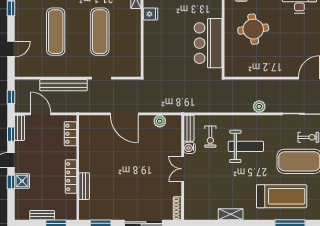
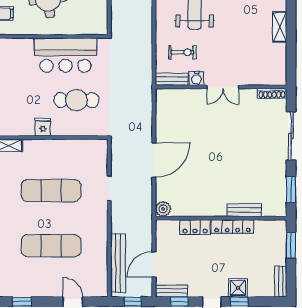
fridge: (150, 14) -> (43, 127), moved
cafe table: (172, 52) -> (76, 100), added
bench: (64, 85) -> (118, 263), moved
plant: (160, 121) -> (163, 209), moved
locker: (70, 134) -> (195, 227), moved
bench: (42, 215) -> (281, 282), moved

